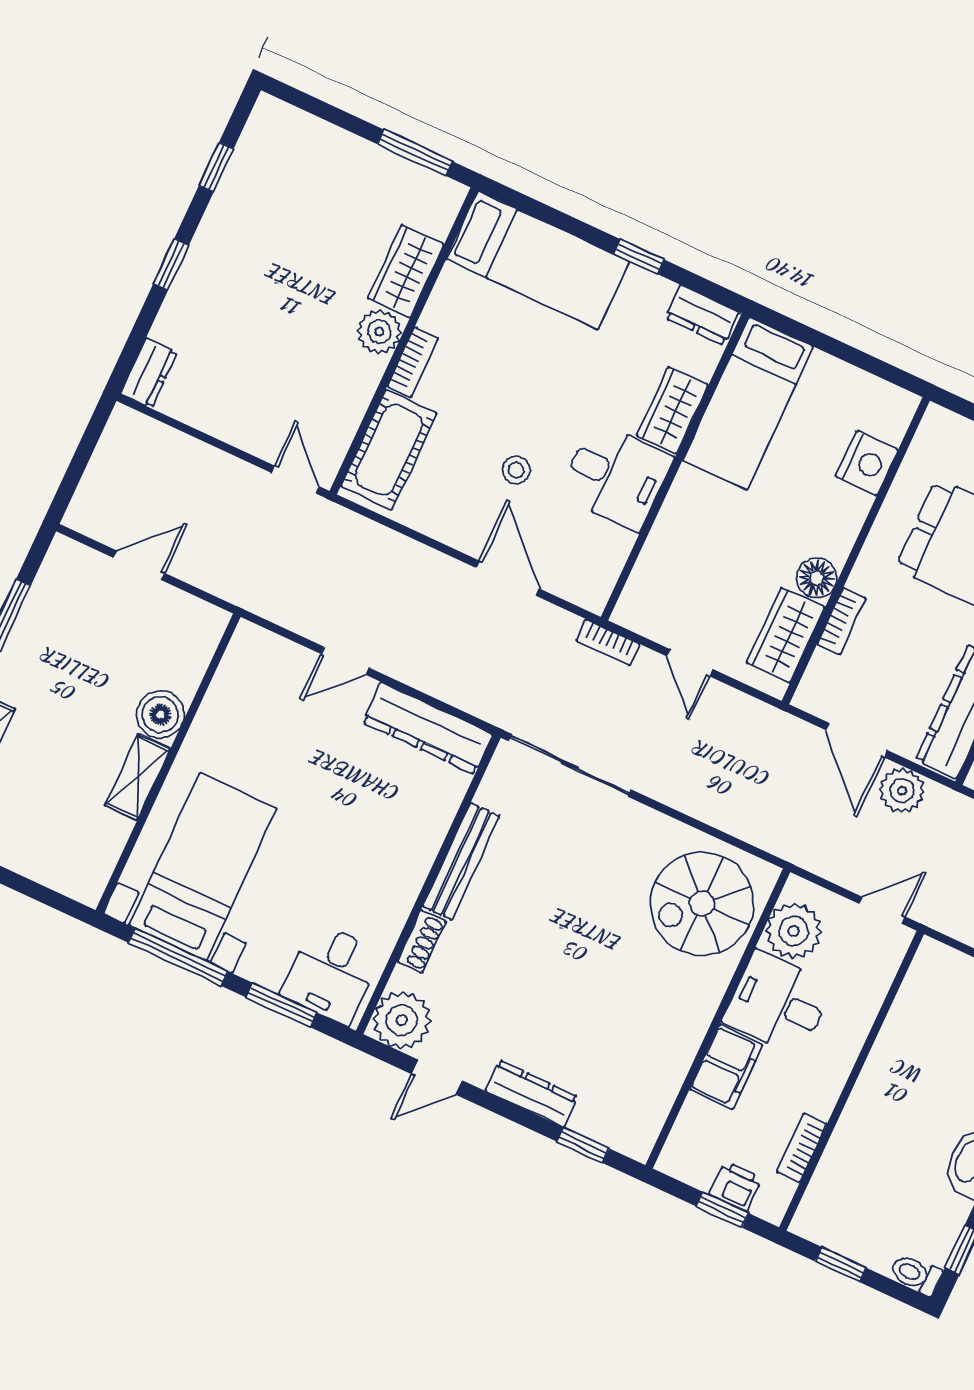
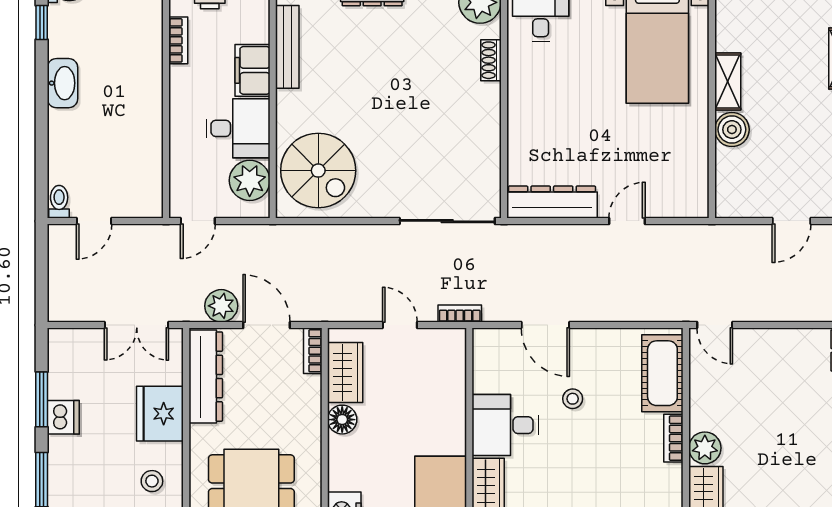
bookcase: (841, 621) -> (313, 351), moved
bench: (461, 862) -> (287, 47), moved
spiral stairs: (702, 904) -> (318, 171), turned 90

